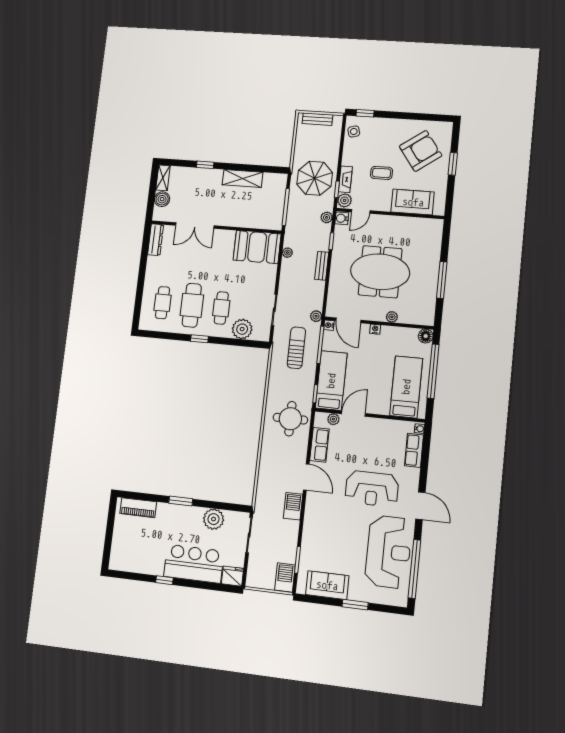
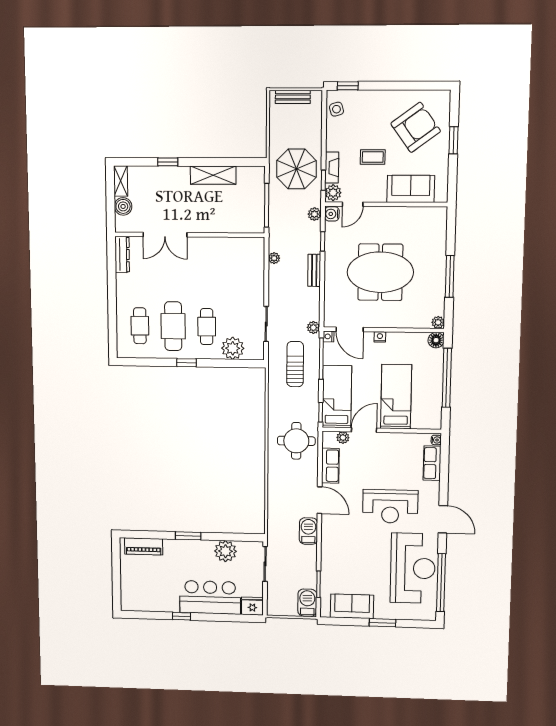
booth: (257, 247) -> (239, 254), removed
plant: (392, 317) -> (438, 322), moved
bed: (406, 387) -> (396, 397), moved

